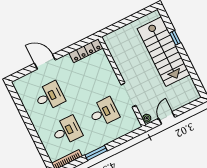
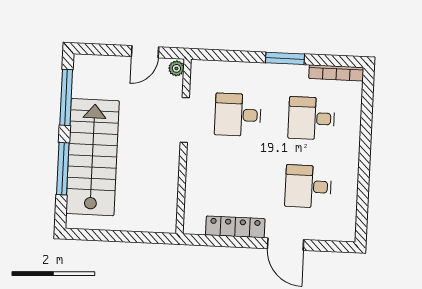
window: (175, 38) -> (63, 169), width x2.17
locker: (86, 51) -> (235, 227), moved
window: (193, 74) -> (66, 97), added

